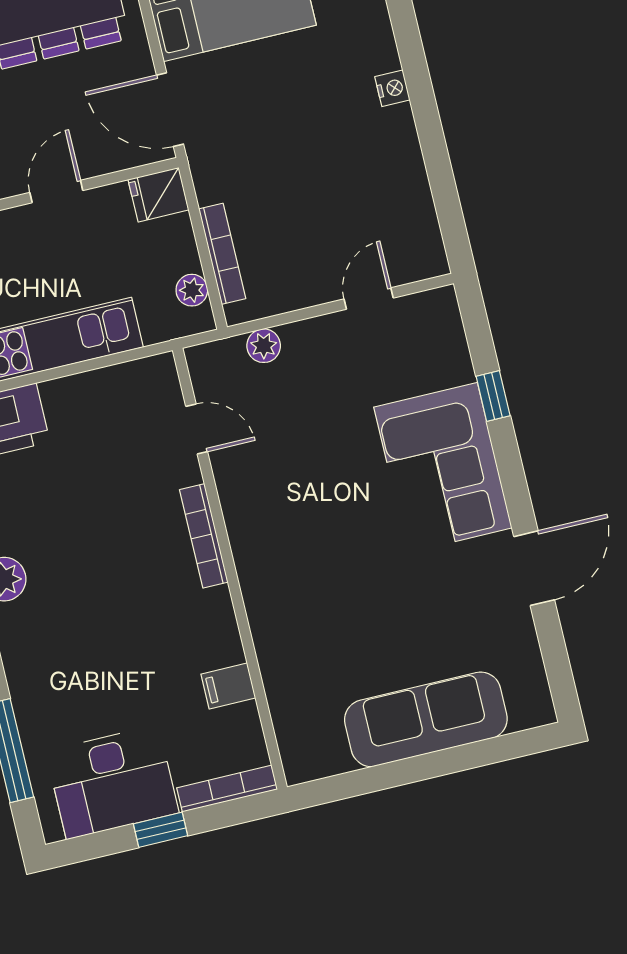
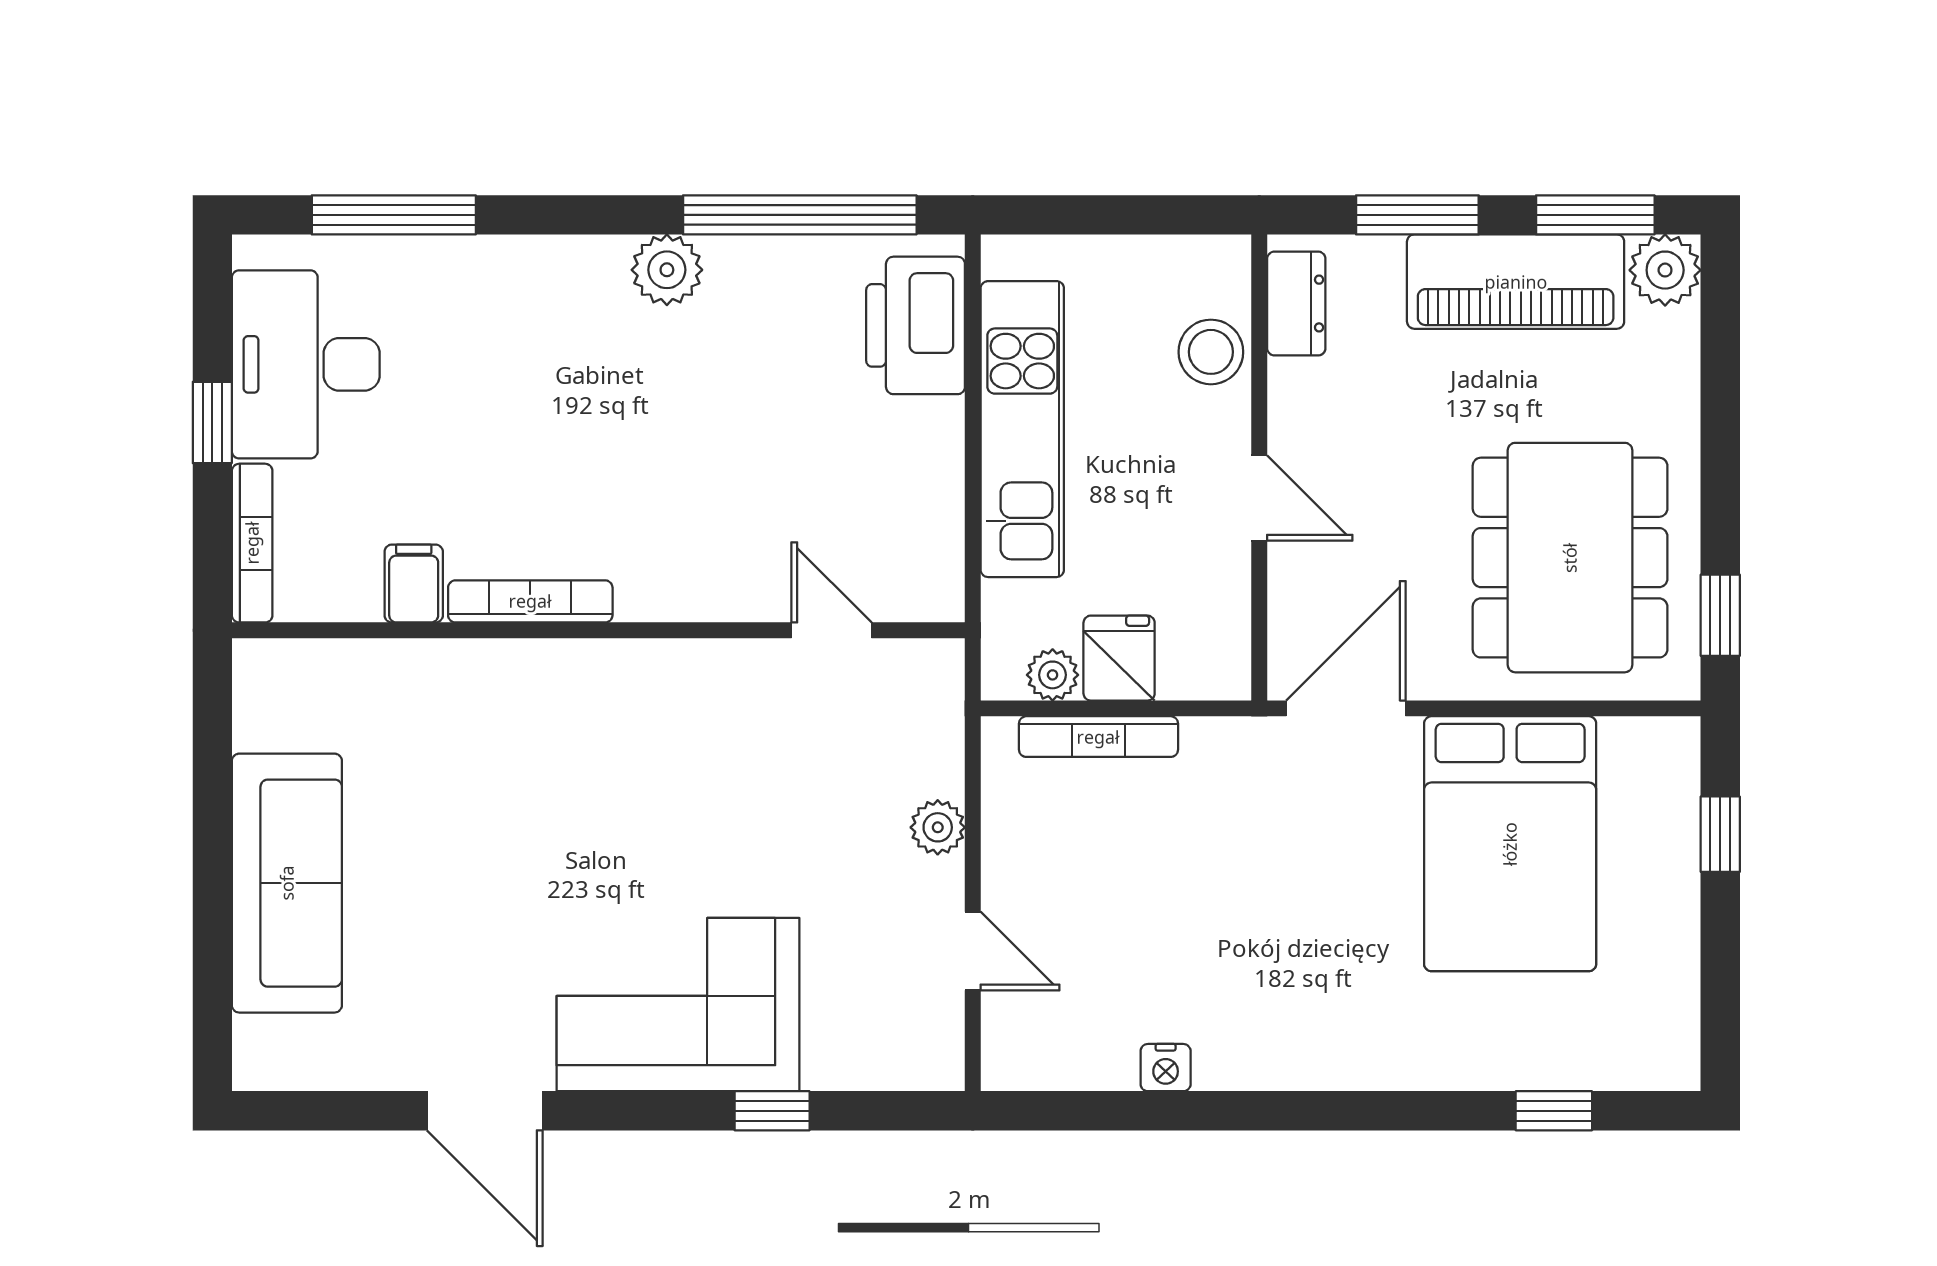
nightstand: (392, 88) -> (1166, 1068), moved
fridge: (158, 195) -> (1119, 658), moved
plant: (264, 346) -> (938, 827), moved
door: (197, 429) -> (831, 630), swing flipped
bookcase: (204, 536) -> (530, 601), moved

